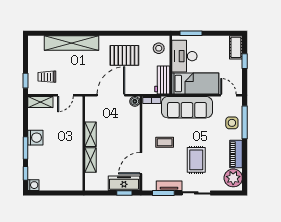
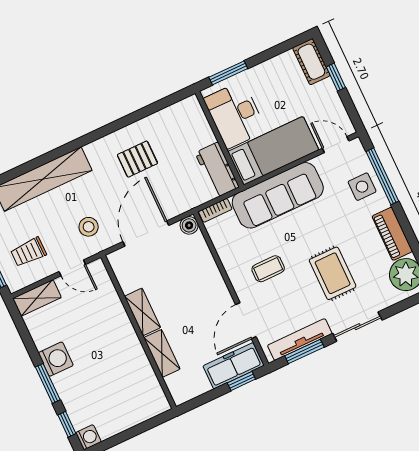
stool: (159, 48) -> (89, 227), moved
pallet: (124, 55) -> (137, 159), width x0.67, depth x0.71
door: (65, 95) -> (72, 268), hinge flipped
tv unit: (169, 186) -> (300, 339), width x1.41

